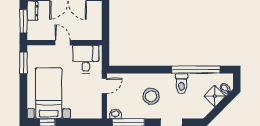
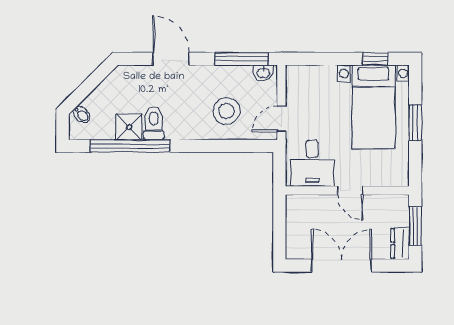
window: (23, 63) -> (415, 123), moved
stool: (151, 96) -> (227, 111), moved
shower: (215, 96) -> (129, 127), moved, turned 45

